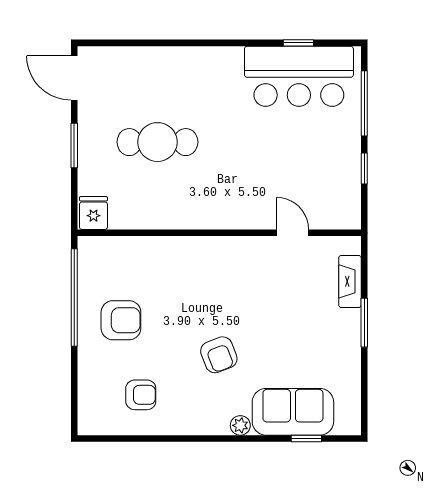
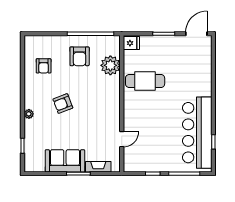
bar counter: (299, 76) -> (197, 133), width x1.36
cafe table: (157, 142) -> (145, 81), moved, turned 90
plant: (140, 256) -> (110, 65), added
sofa: (293, 412) -> (65, 161), moved, turned -90

